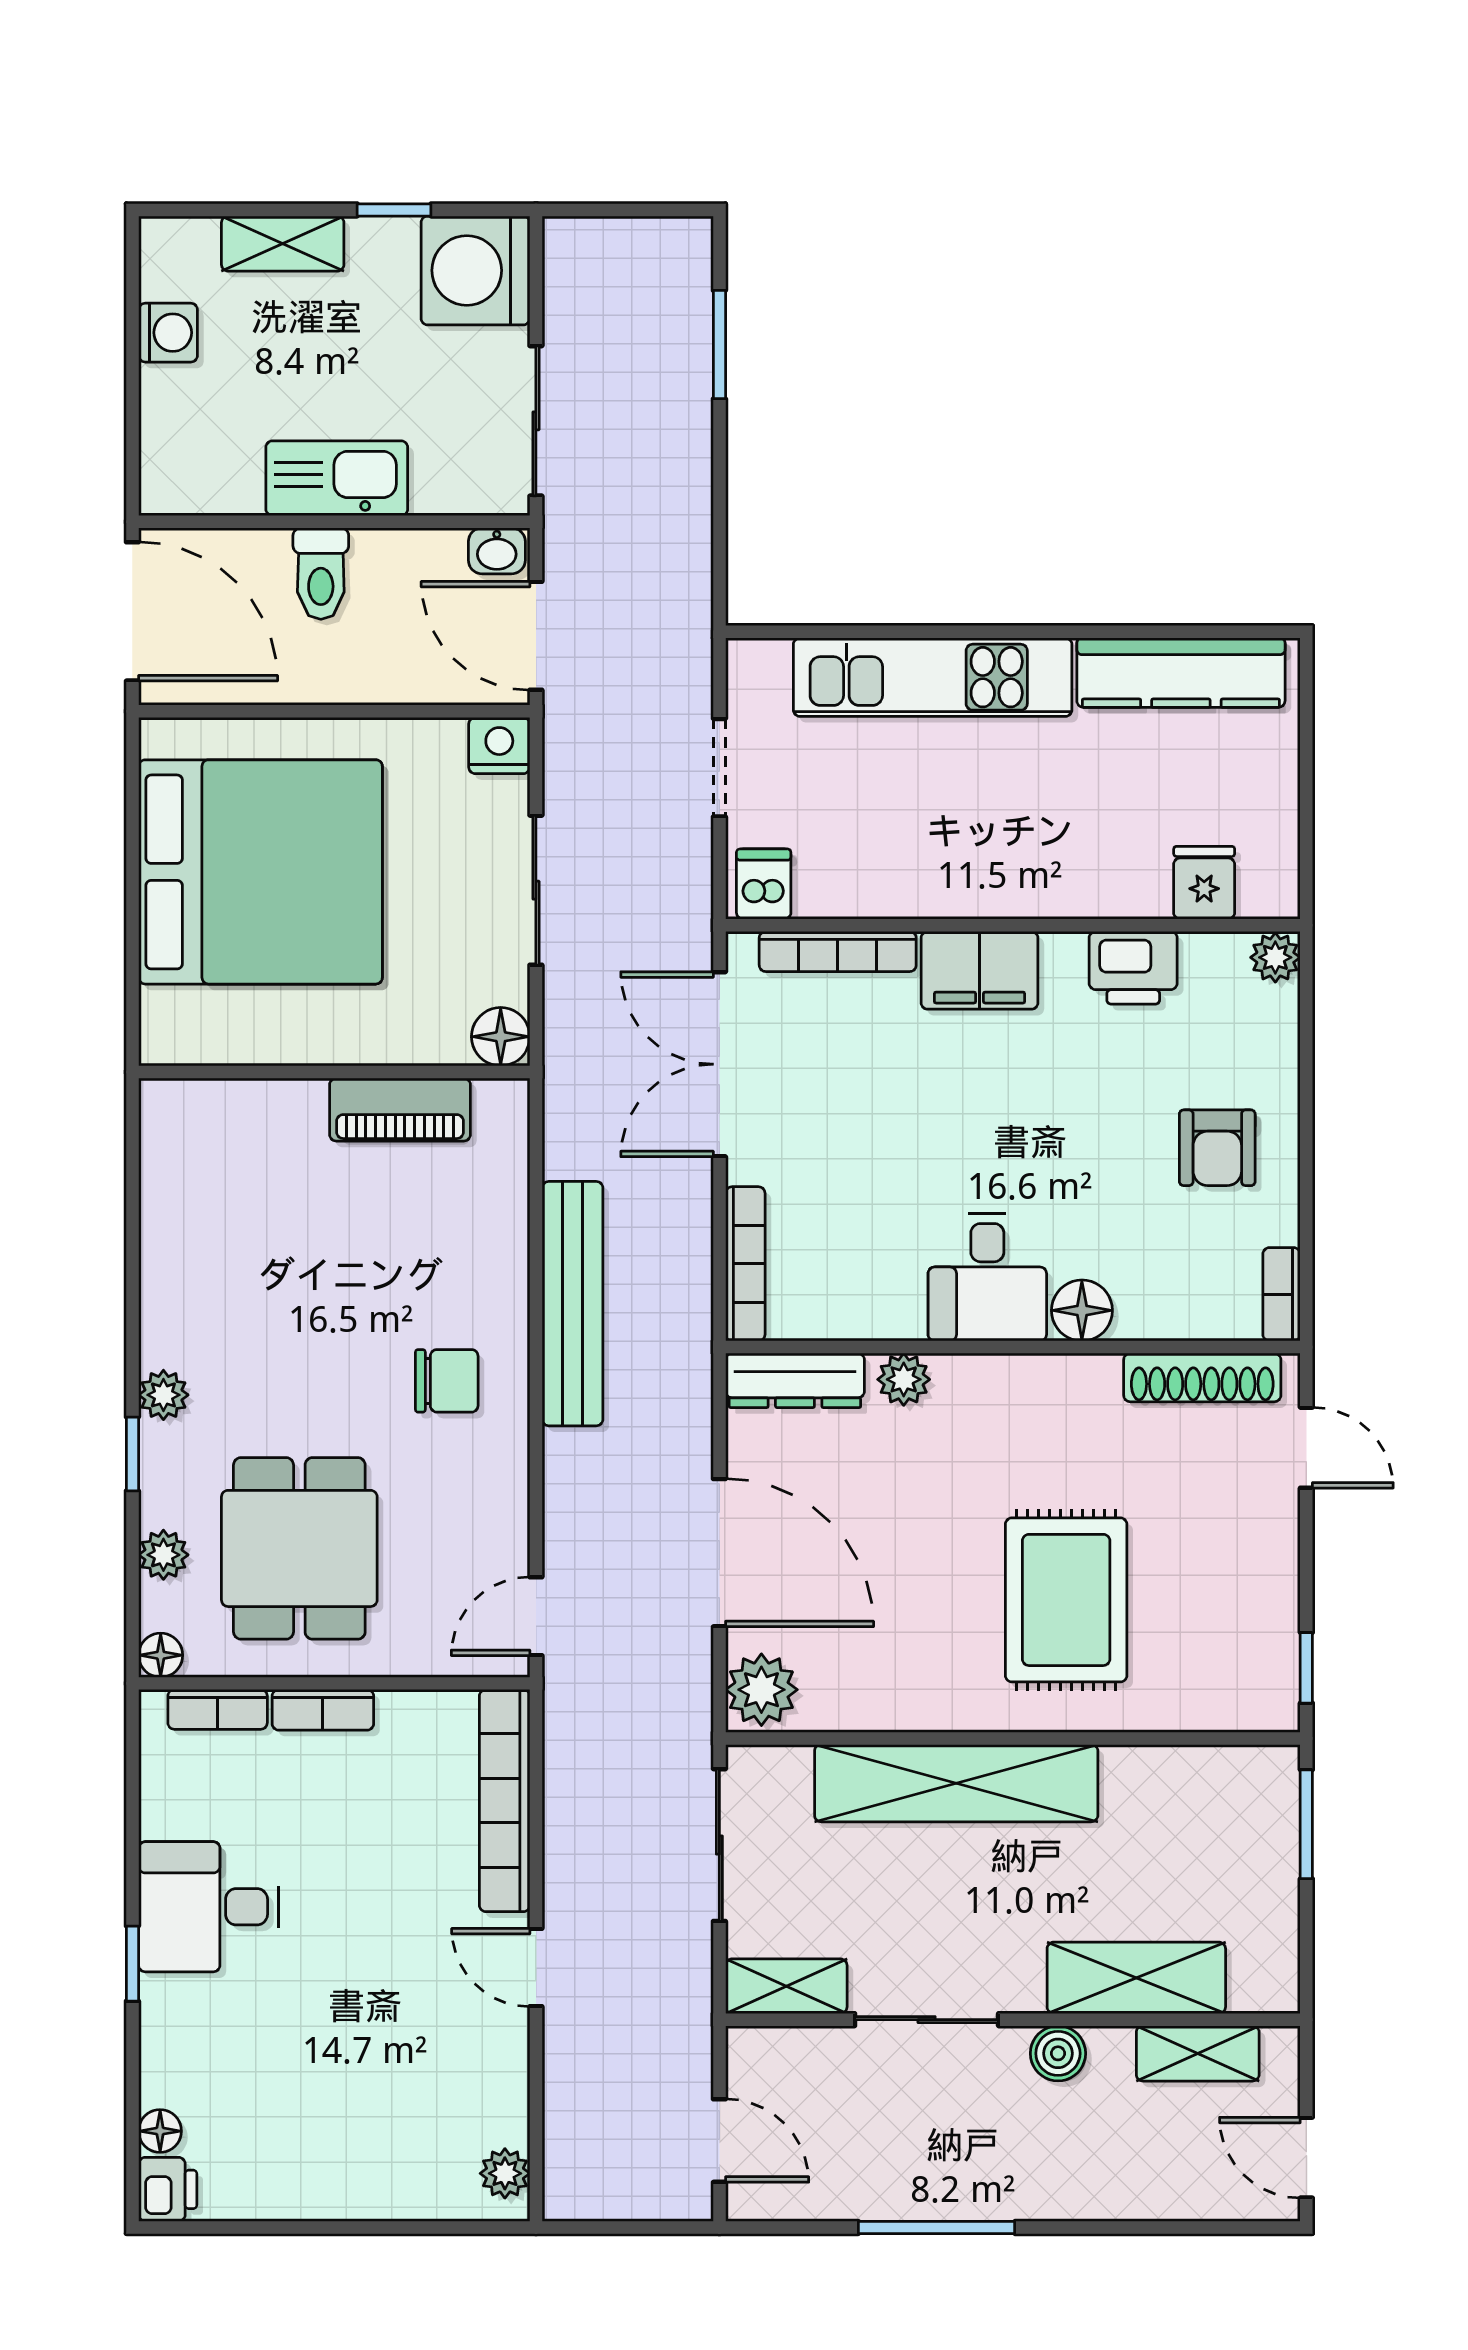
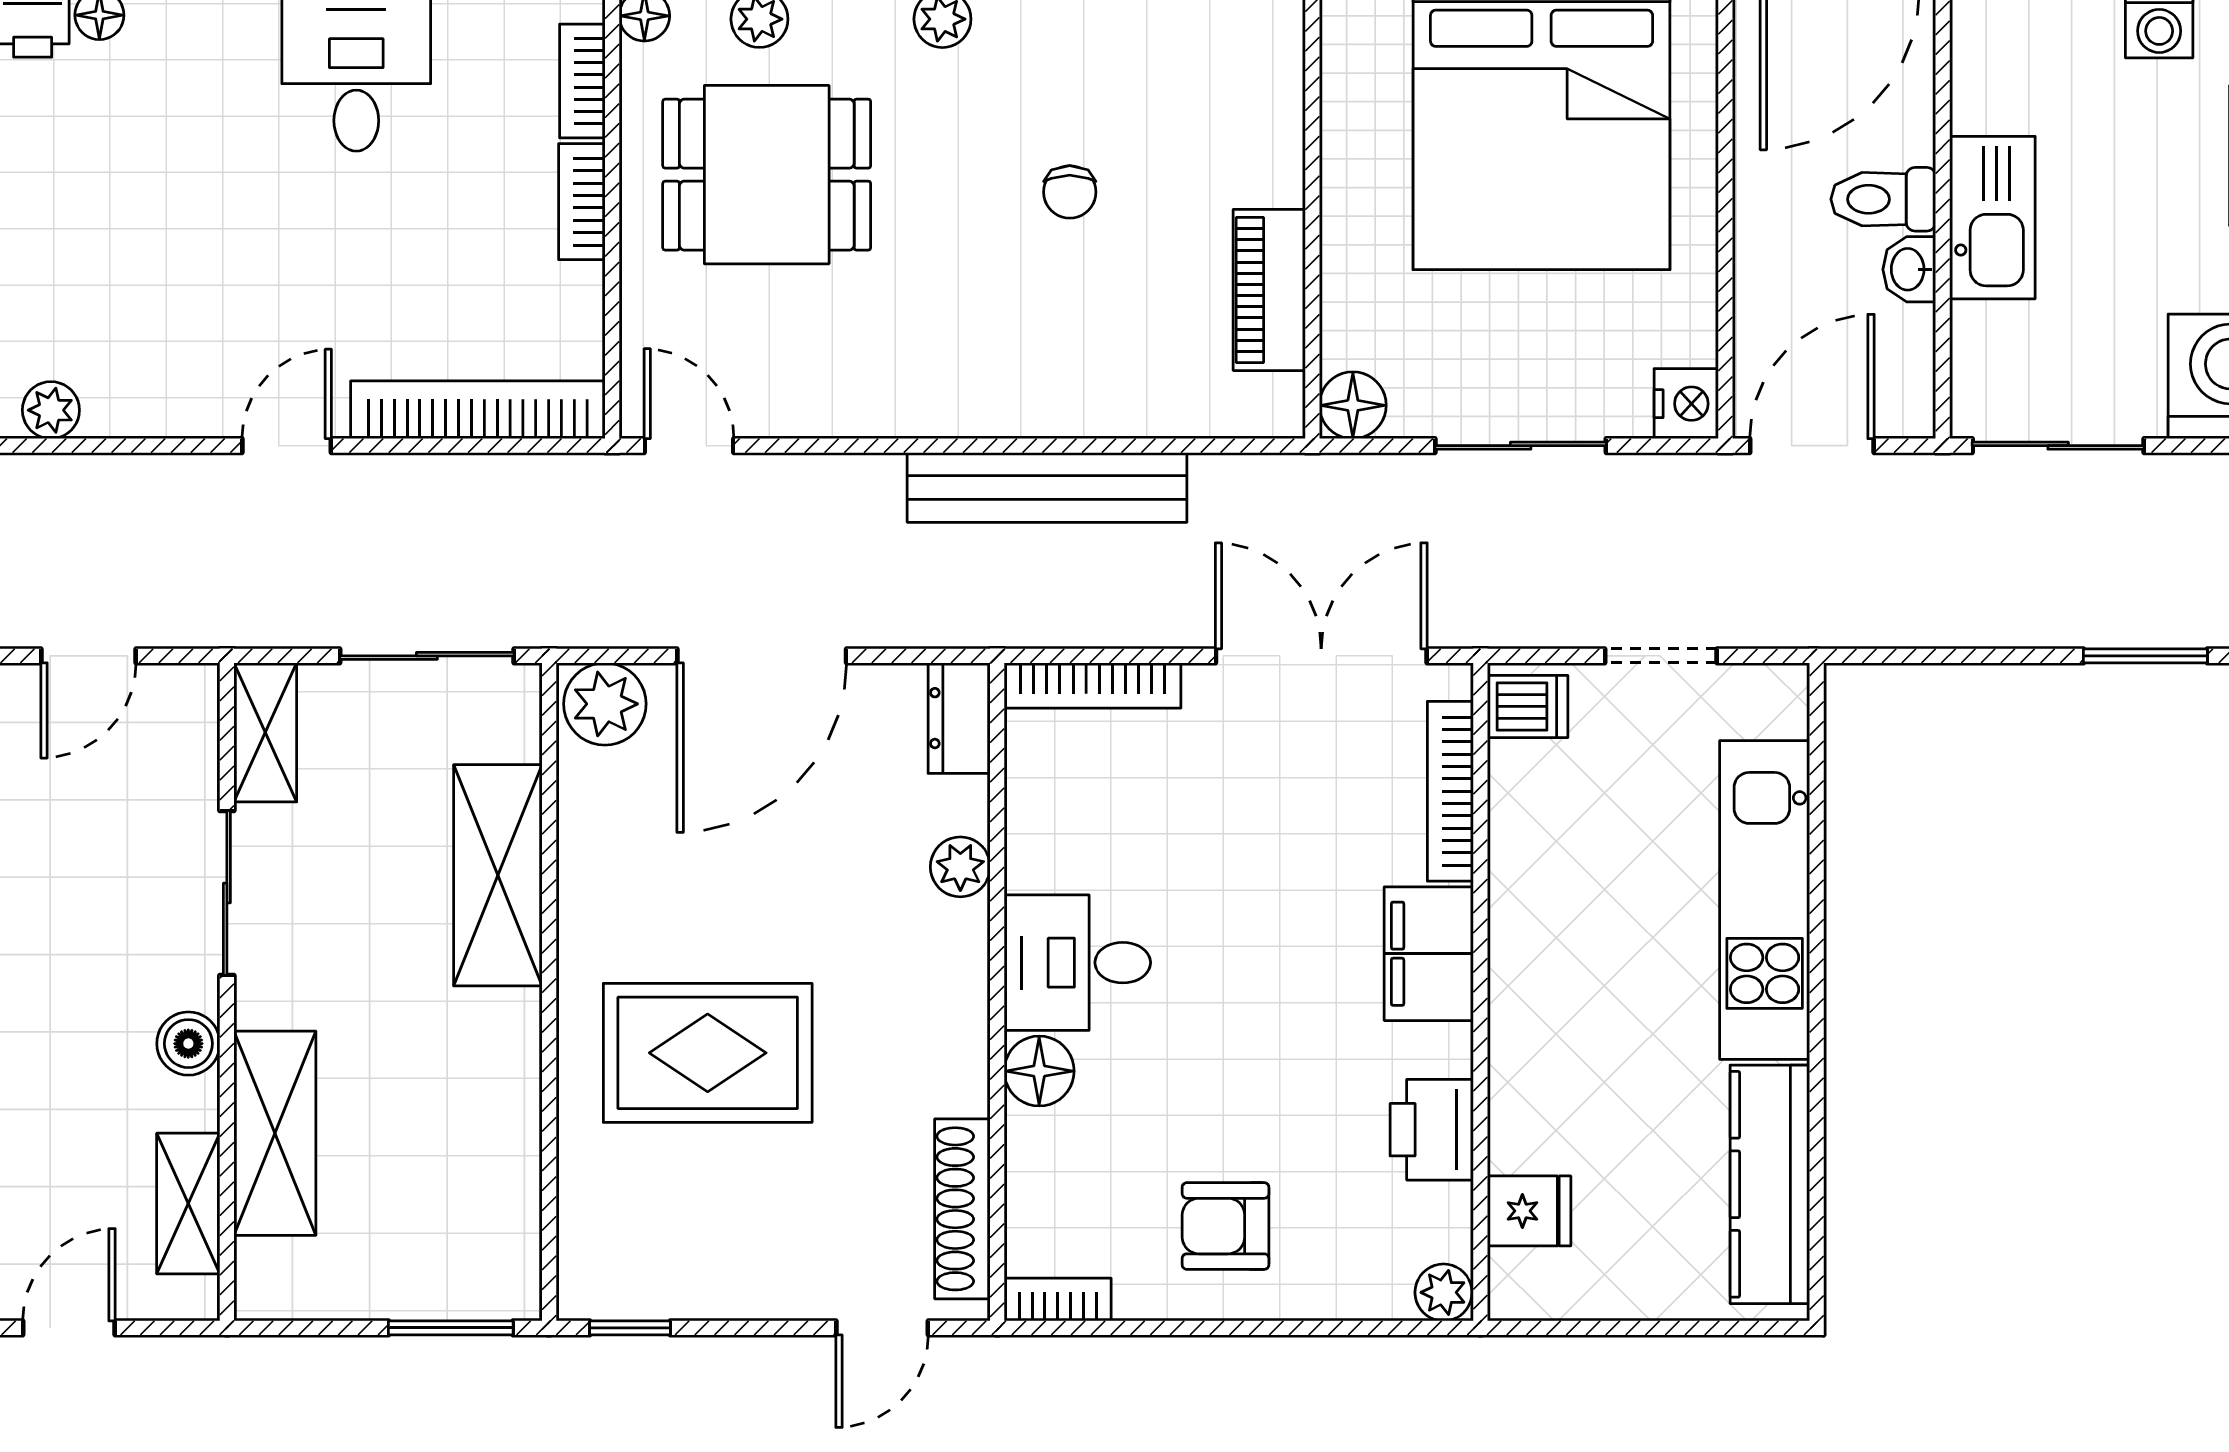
washbasin: (497, 551) -> (1909, 269), moved
dresser: (795, 1380) -> (959, 718), width x0.70
chair: (447, 1381) -> (1070, 192), moved, width x0.73, depth x0.73
shelving: (956, 1783) -> (498, 875), width x0.68

